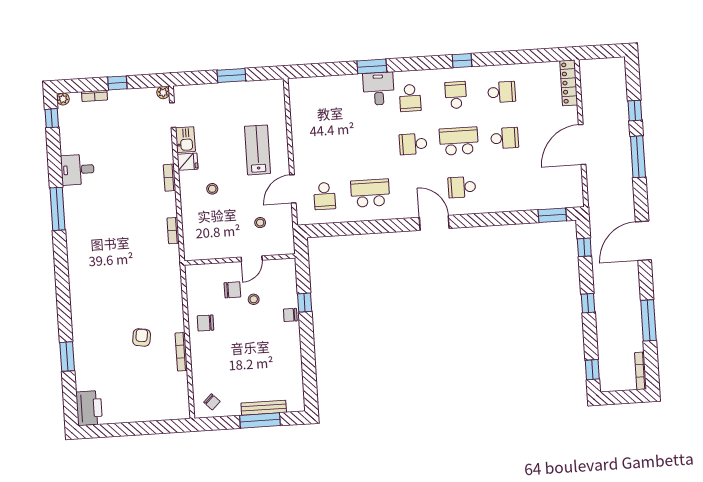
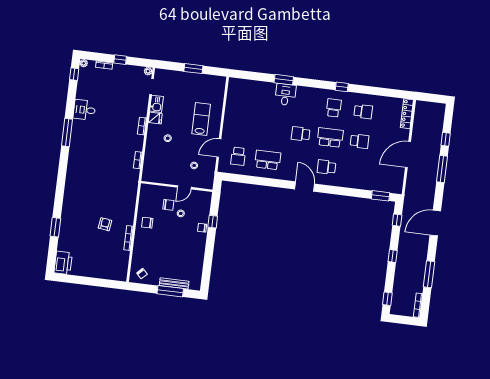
school desk: (410, 98) -> (304, 104), removed

